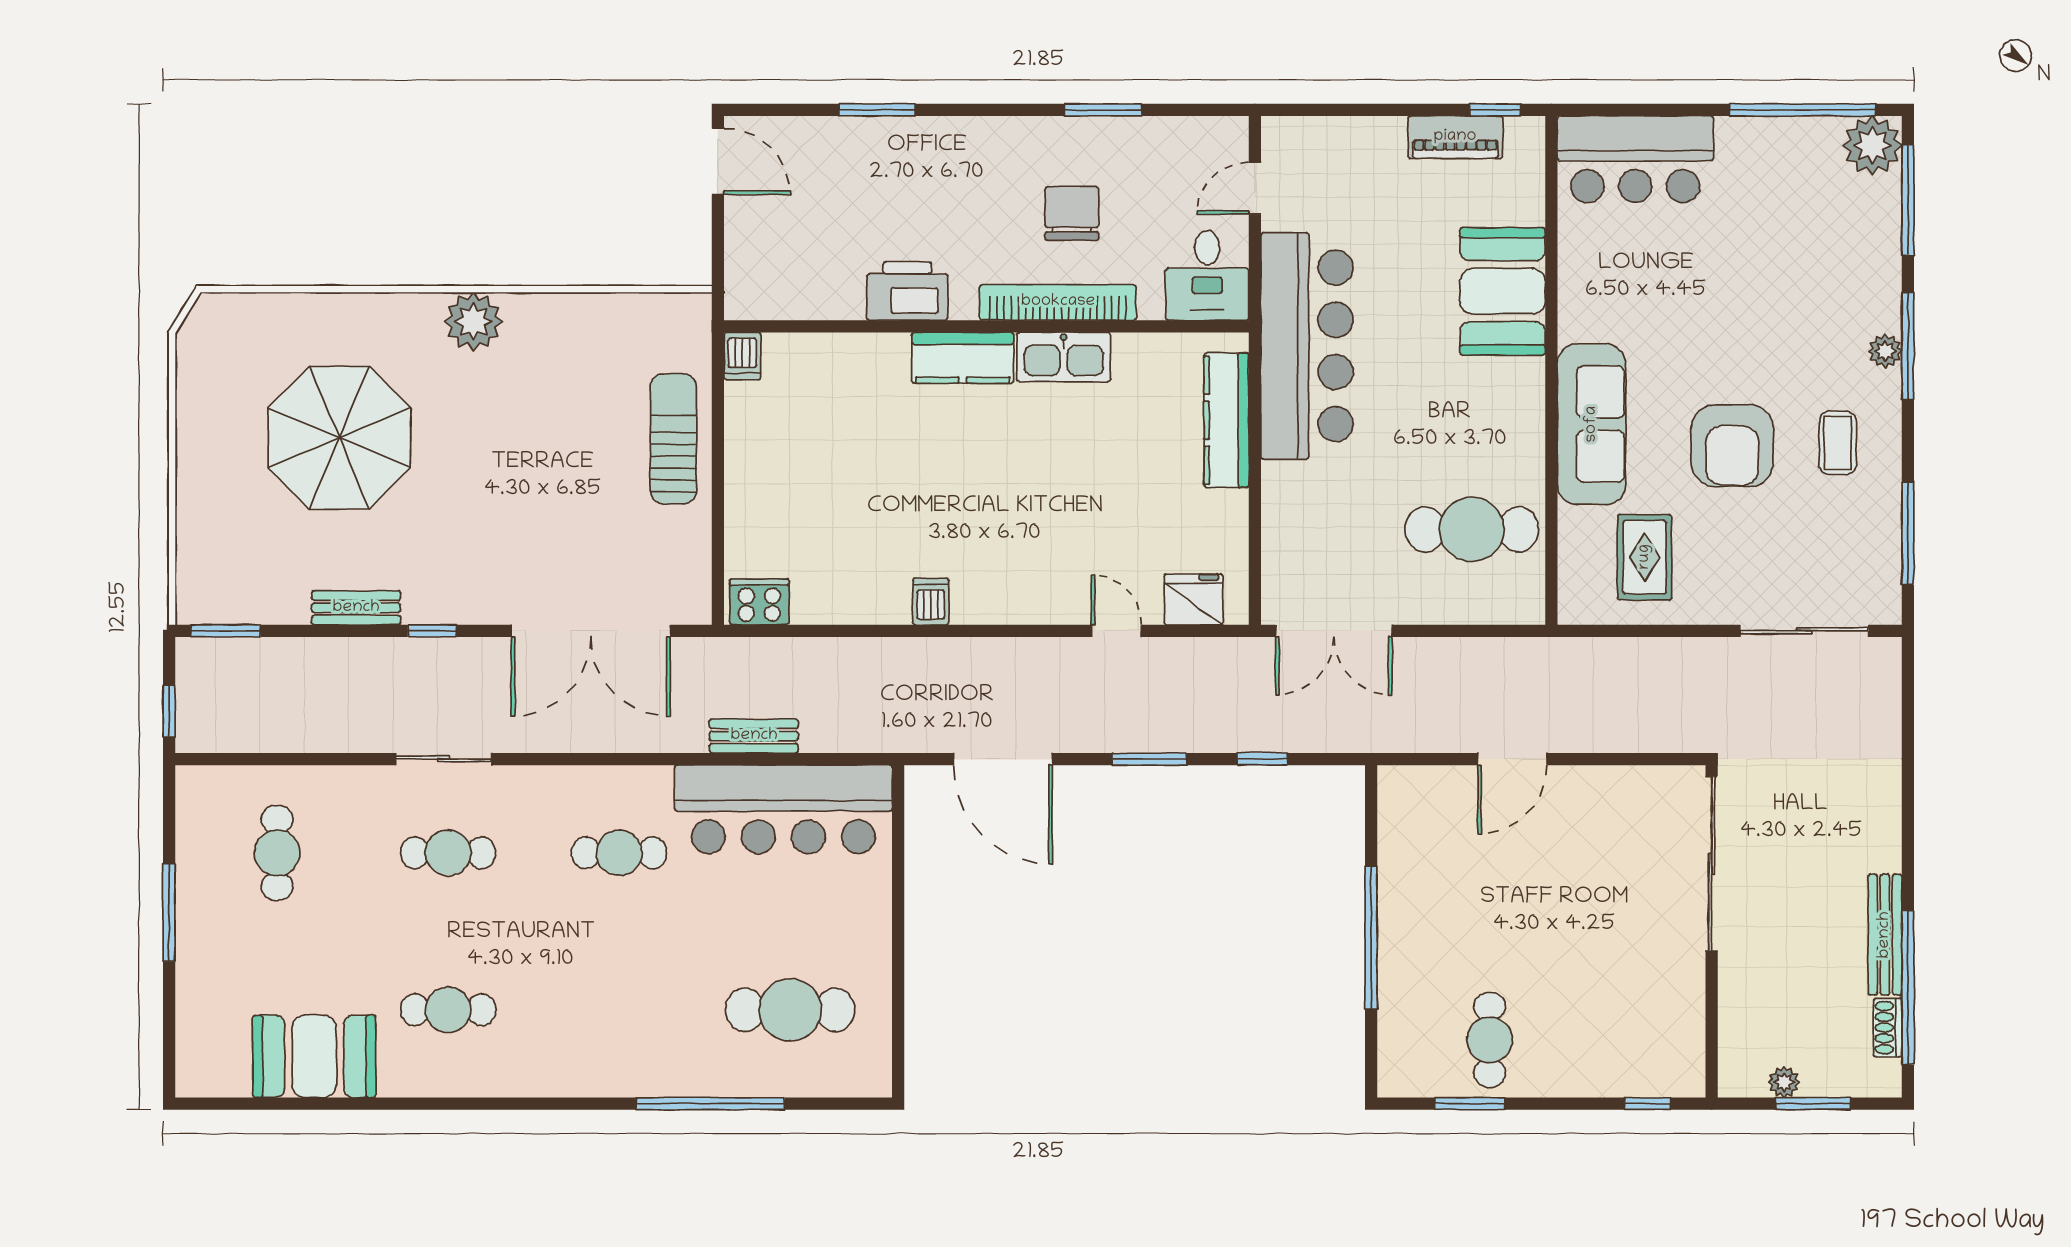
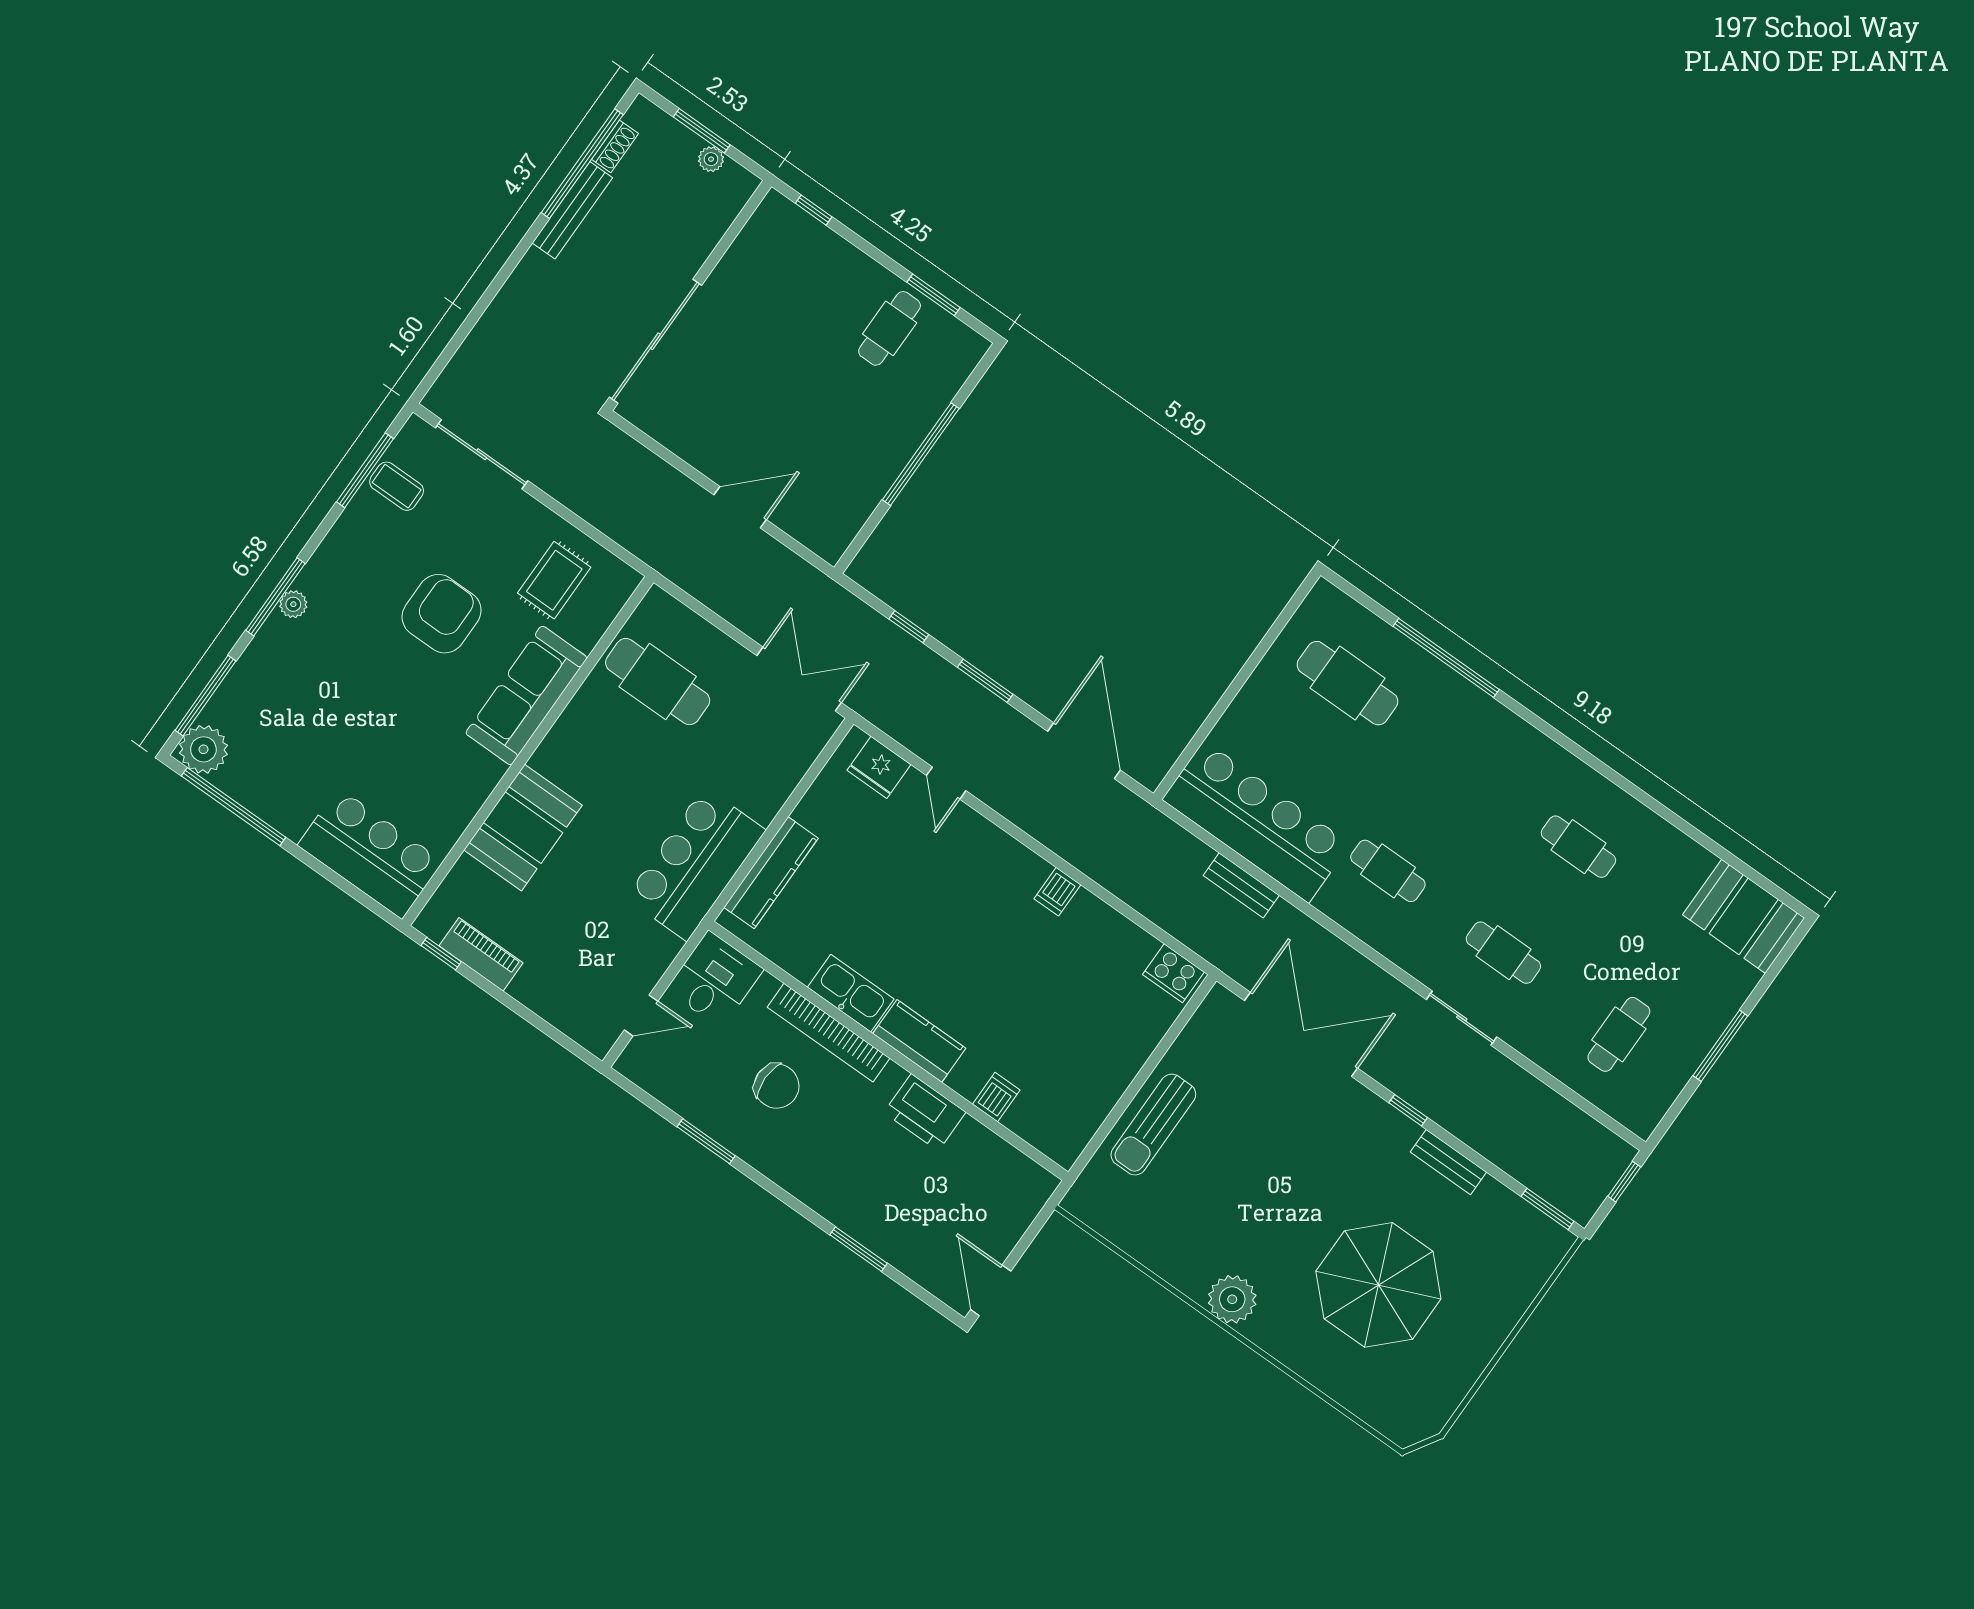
chair: (1072, 214) -> (777, 1086), turned -90
bar counter: (1307, 346) -> (696, 864), width x0.73
dishwasher: (742, 356) -> (996, 1097), moved
coffee table: (1838, 443) -> (397, 486), moved, turned 90
booth: (314, 1056) -> (1744, 916), moved

